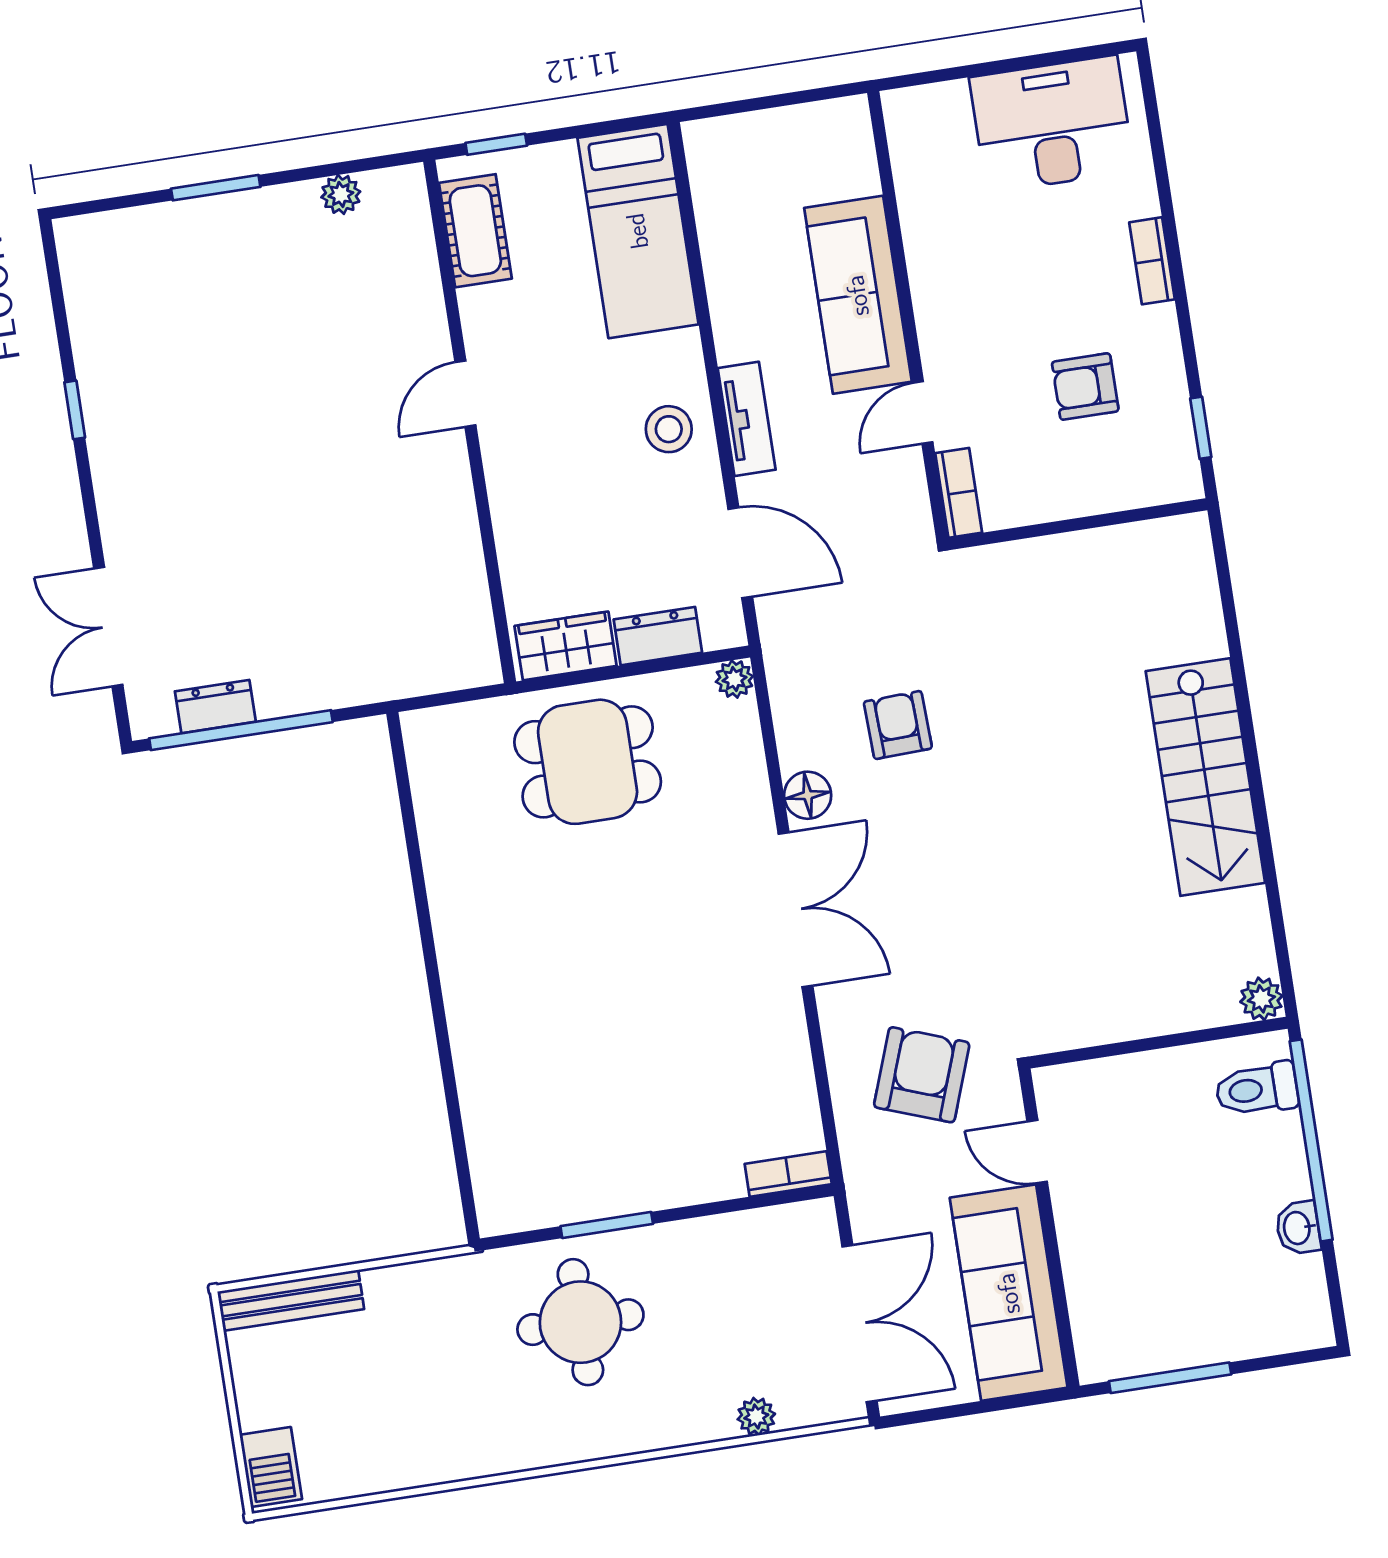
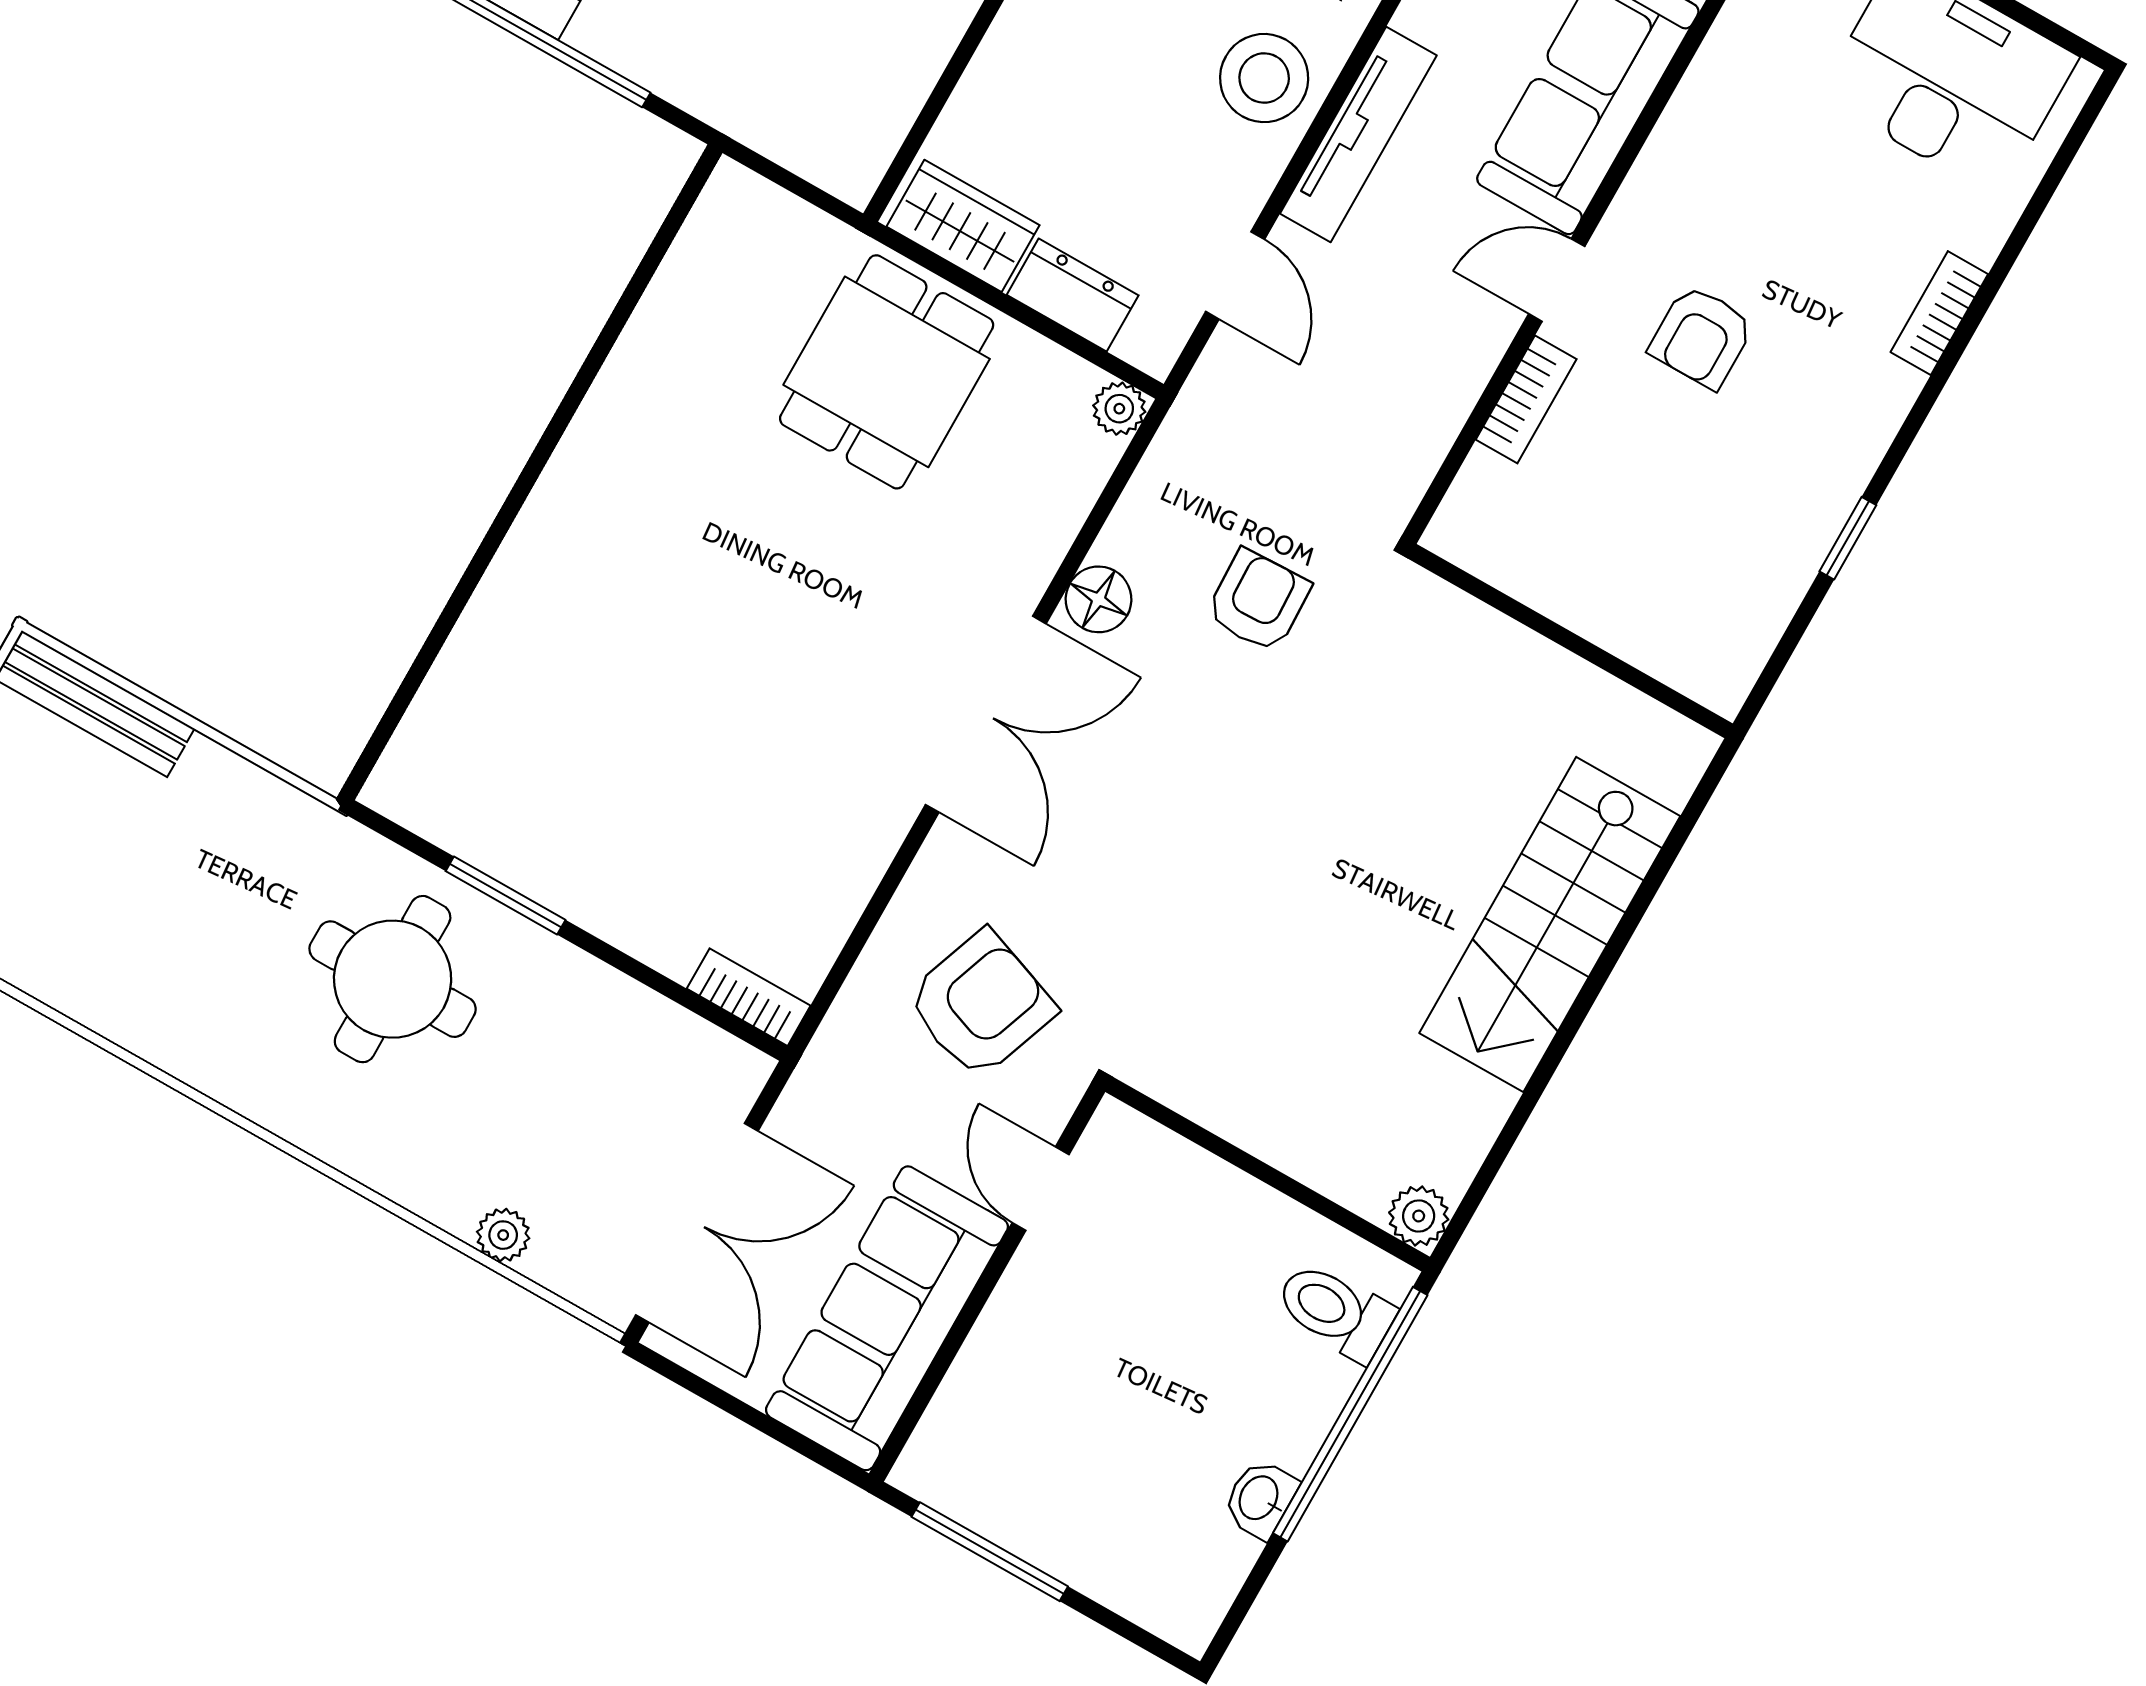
armchair: (1085, 387) -> (1702, 337), moved, turned -90
tv unit: (747, 419) -> (1358, 134), width x1.41
stool: (669, 429) -> (1264, 78), width x1.38, depth x1.38
wall: (1078, 524) -> (1571, 641), moved
door: (740, 553) -> (1235, 275), width x0.73
dining table: (588, 762) -> (887, 372), turned 90

